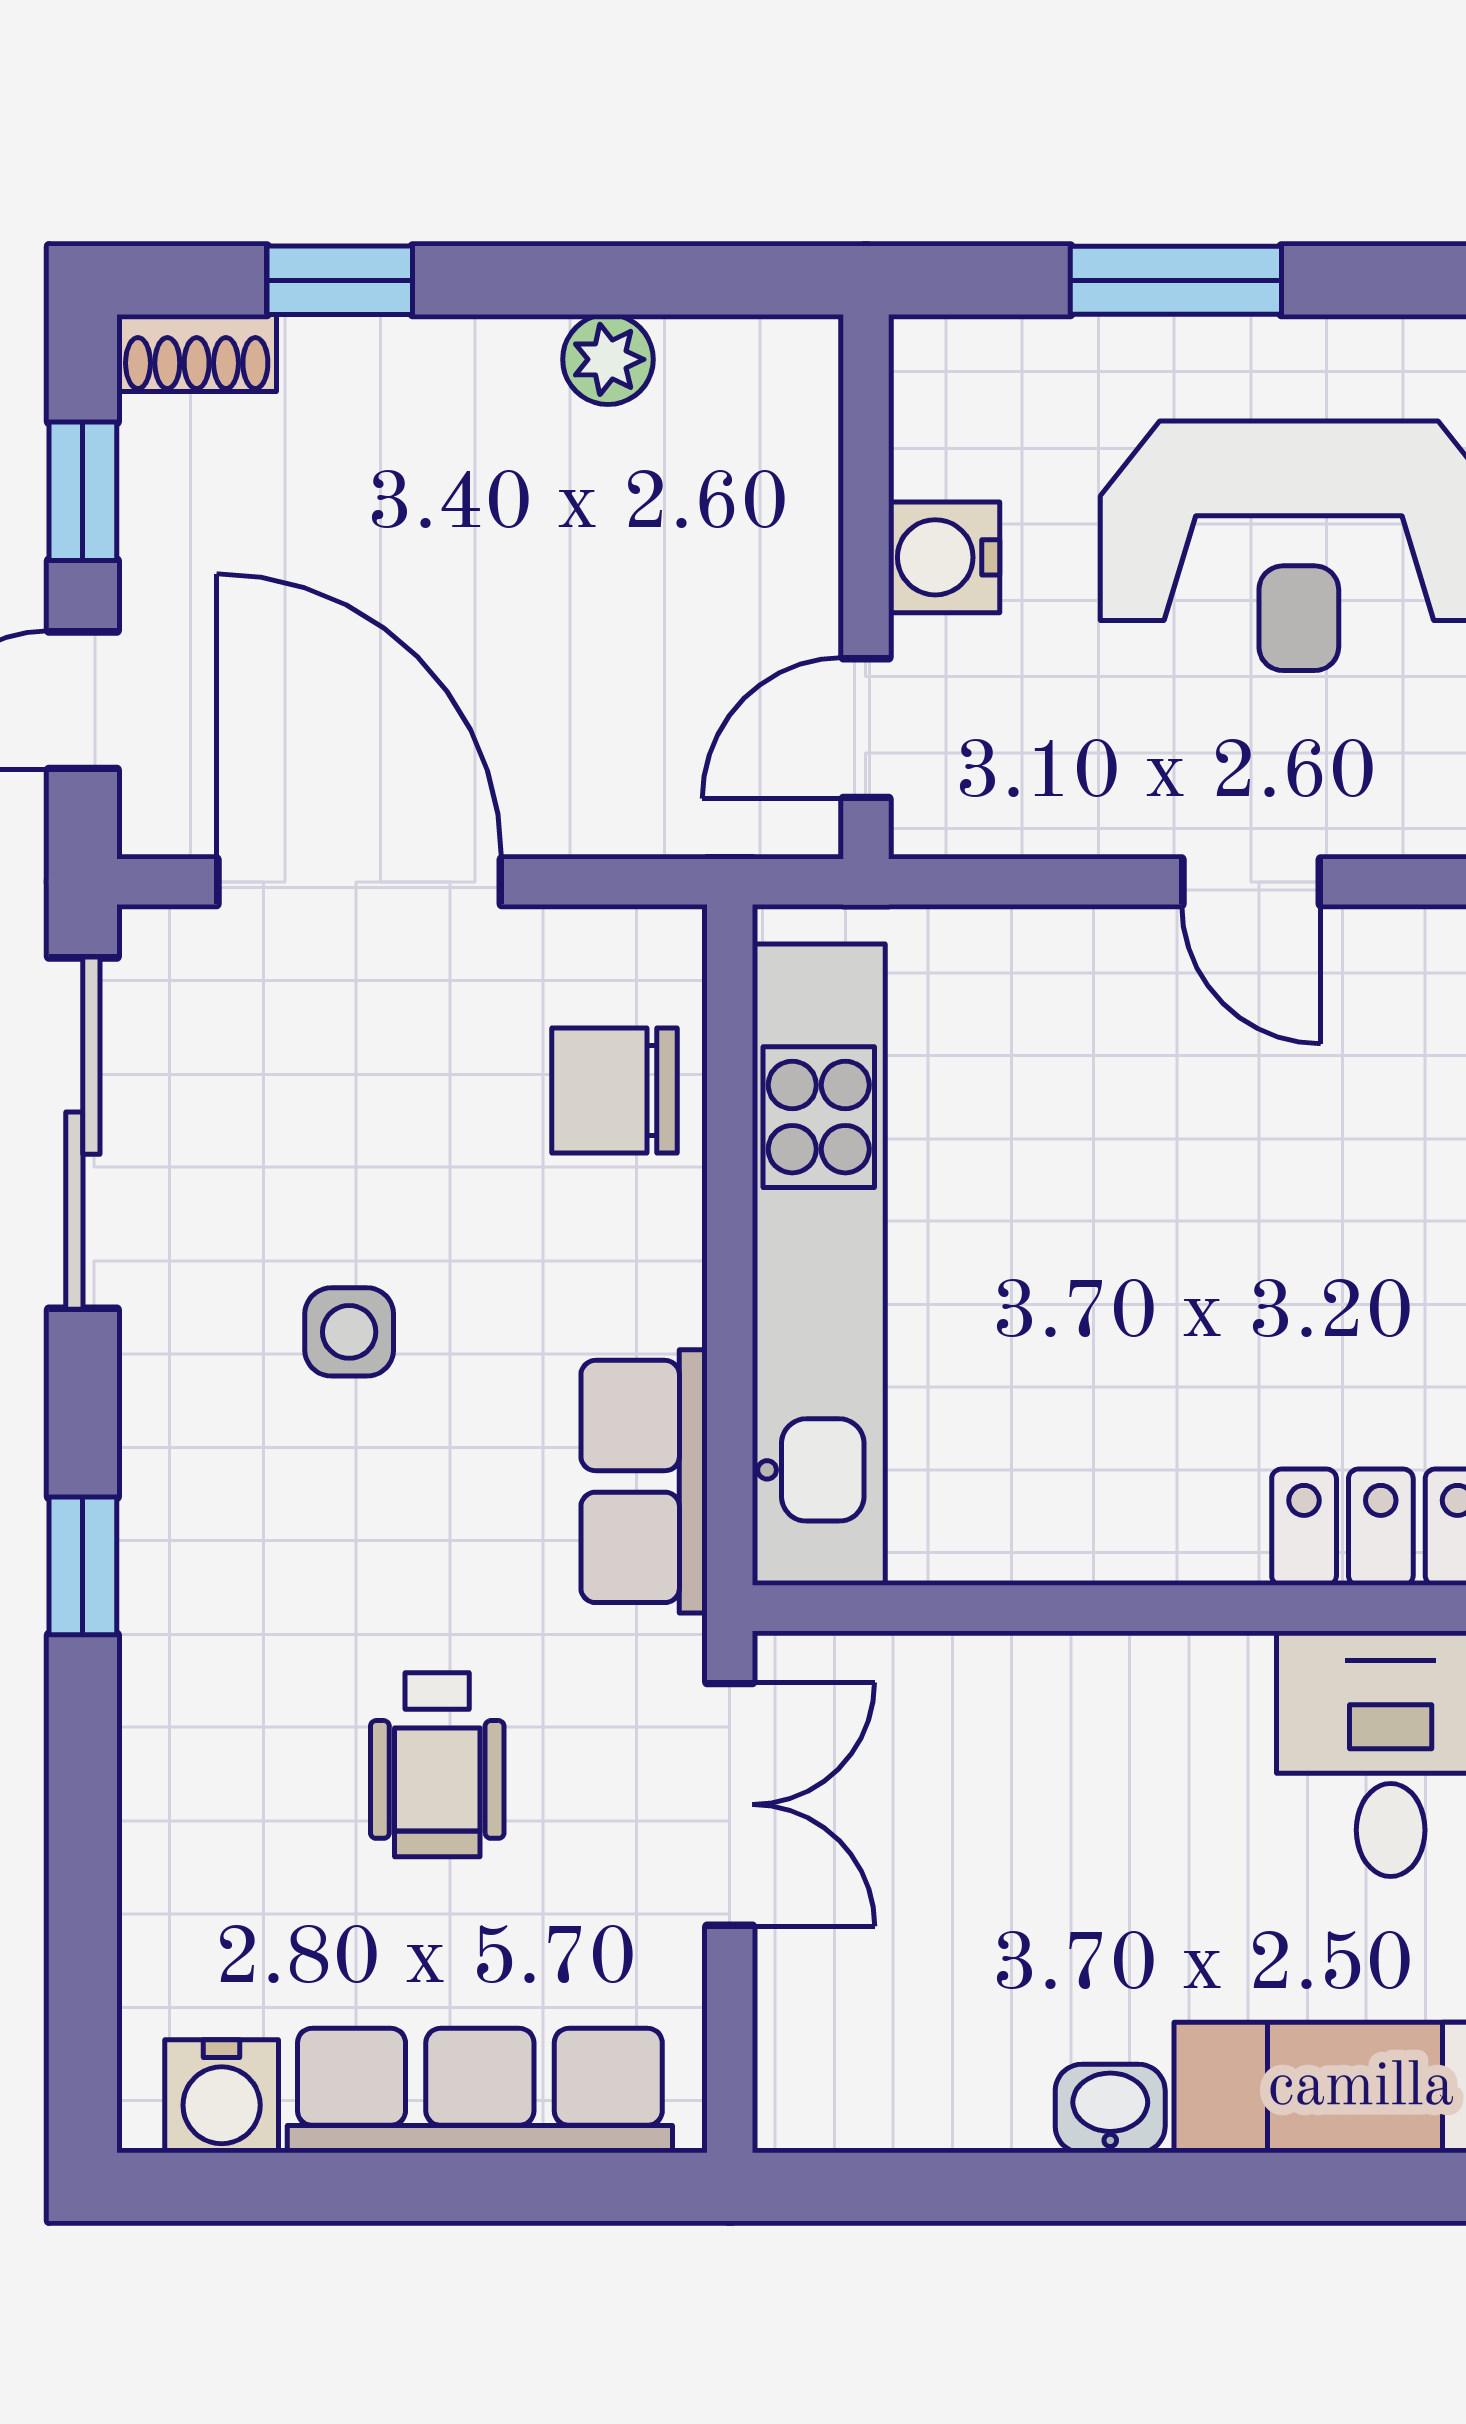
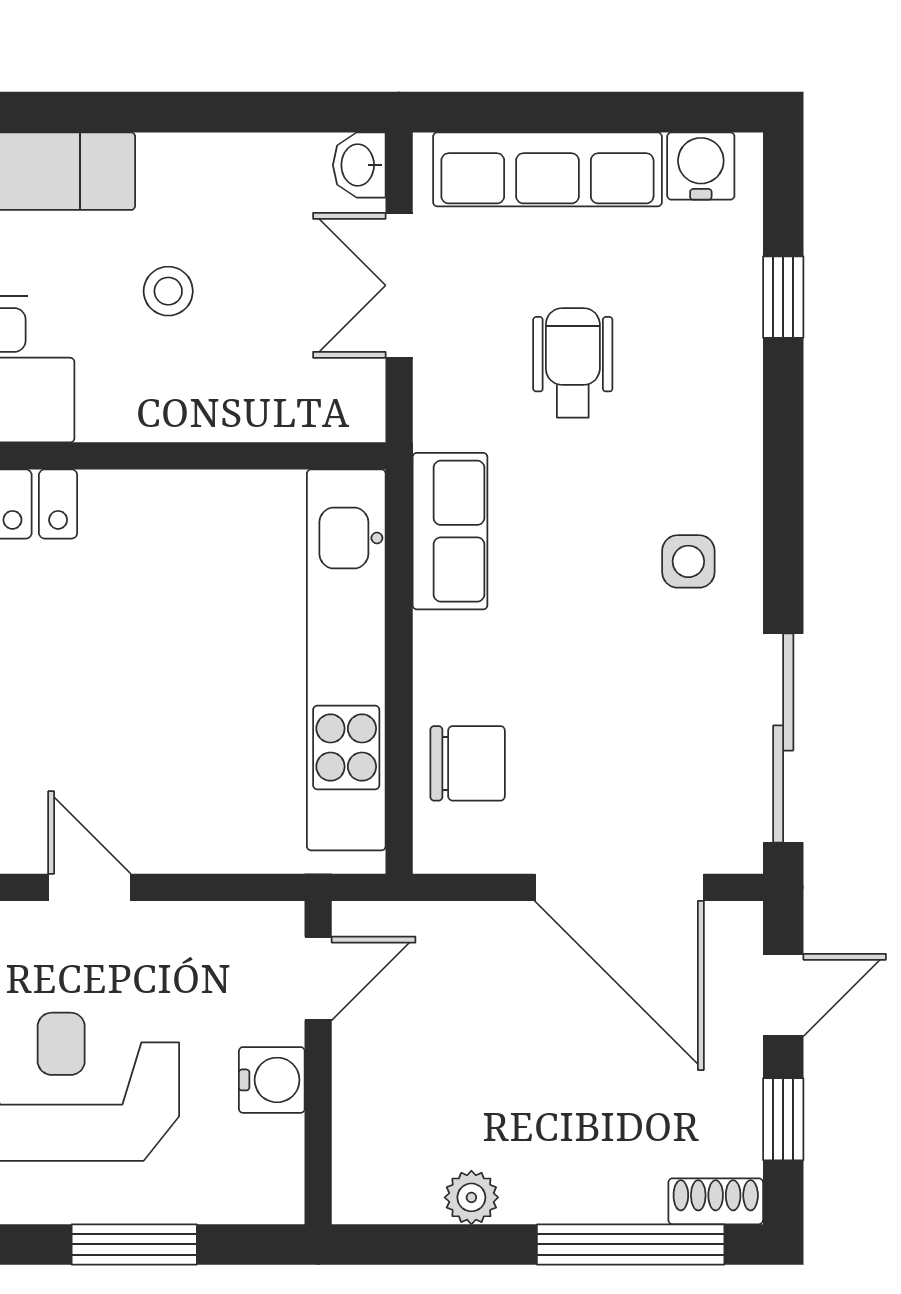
window: (340, 280) -> (631, 1244), width x2.17
side table: (349, 1332) -> (688, 561), moved
window: (83, 1566) -> (783, 297), moved
double door: (730, 1804) -> (399, 285), moved
stool: (1119, 1886) -> (168, 291), added
washbasin: (1110, 2108) -> (359, 165), moved, turned 90

